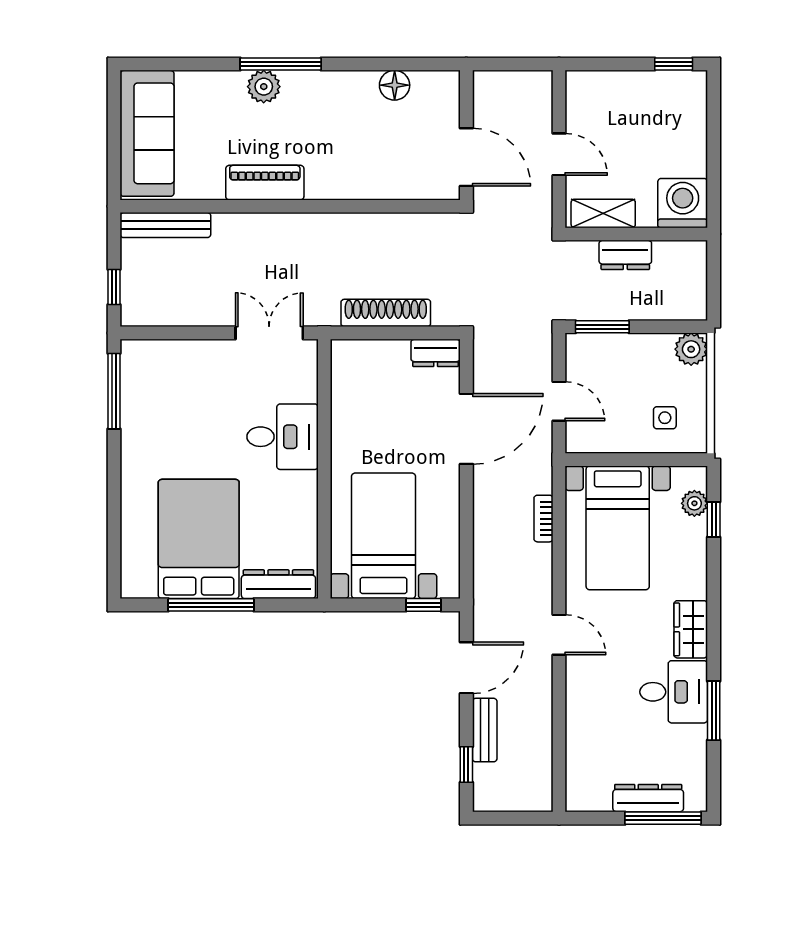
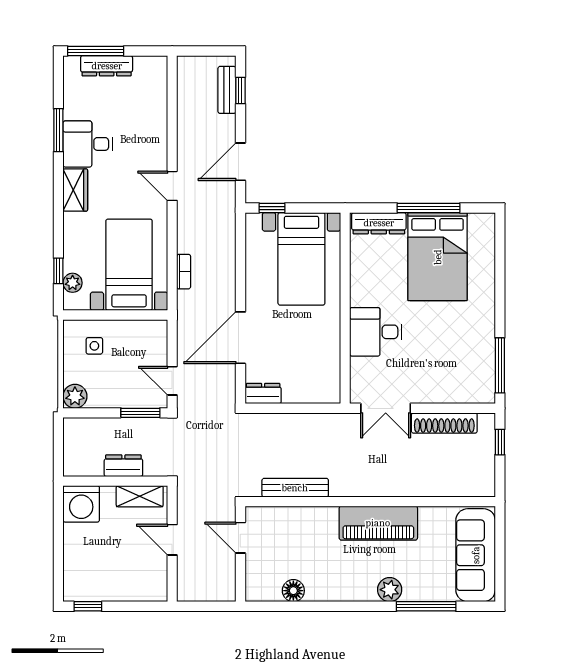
window: (281, 64) -> (426, 606), moved
door: (466, 157) -> (240, 538), width x0.73
piano: (265, 183) -> (378, 523), width x1.37, depth x1.33
bench: (165, 225) -> (295, 488), moved
shoe rack: (386, 313) -> (444, 423), moved
door: (559, 401) -> (172, 381), moved
bench: (485, 730) -> (227, 90), moved

